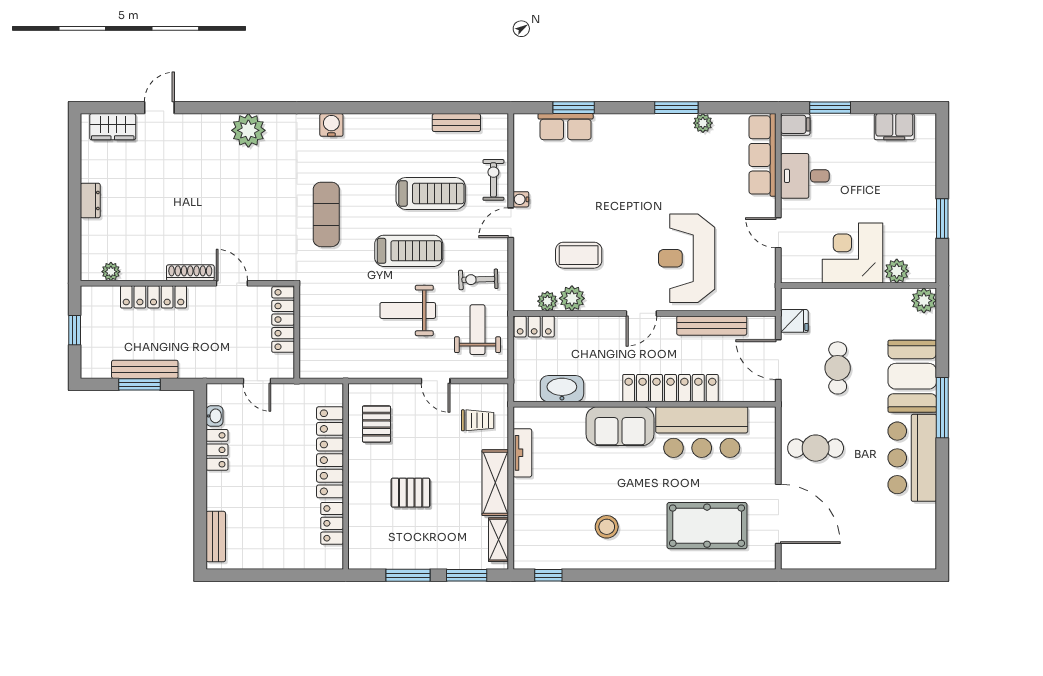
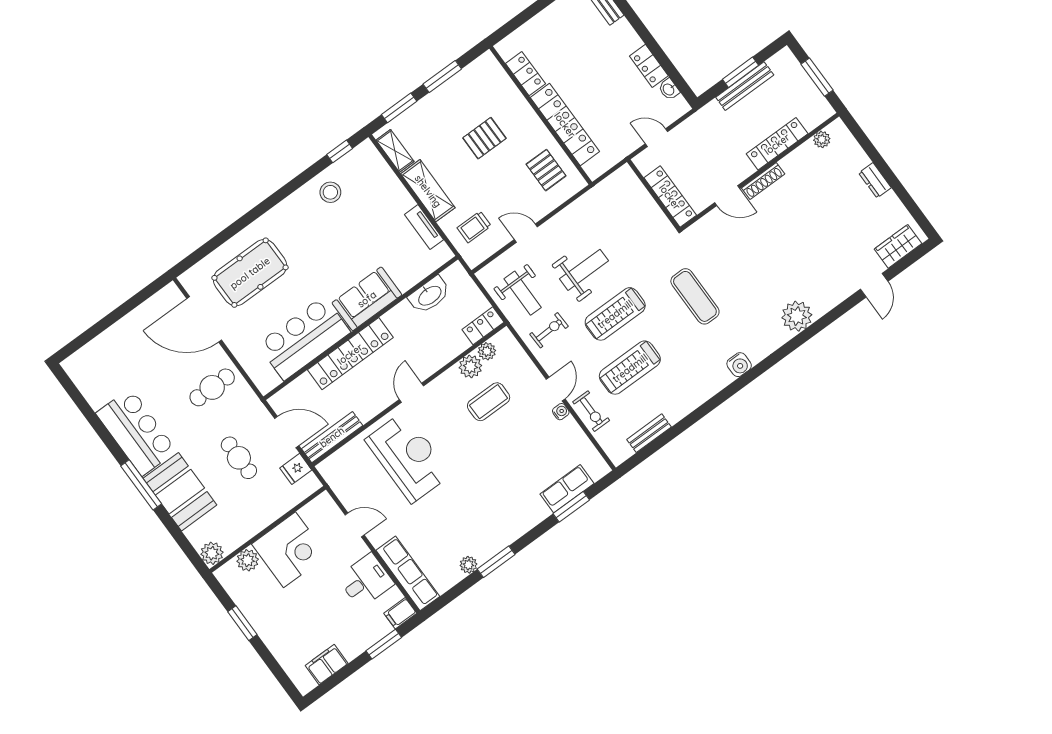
bench: (712, 326) -> (332, 437), moved
window: (75, 330) -> (817, 77), width x1.50
stool: (607, 527) -> (330, 192), moved

